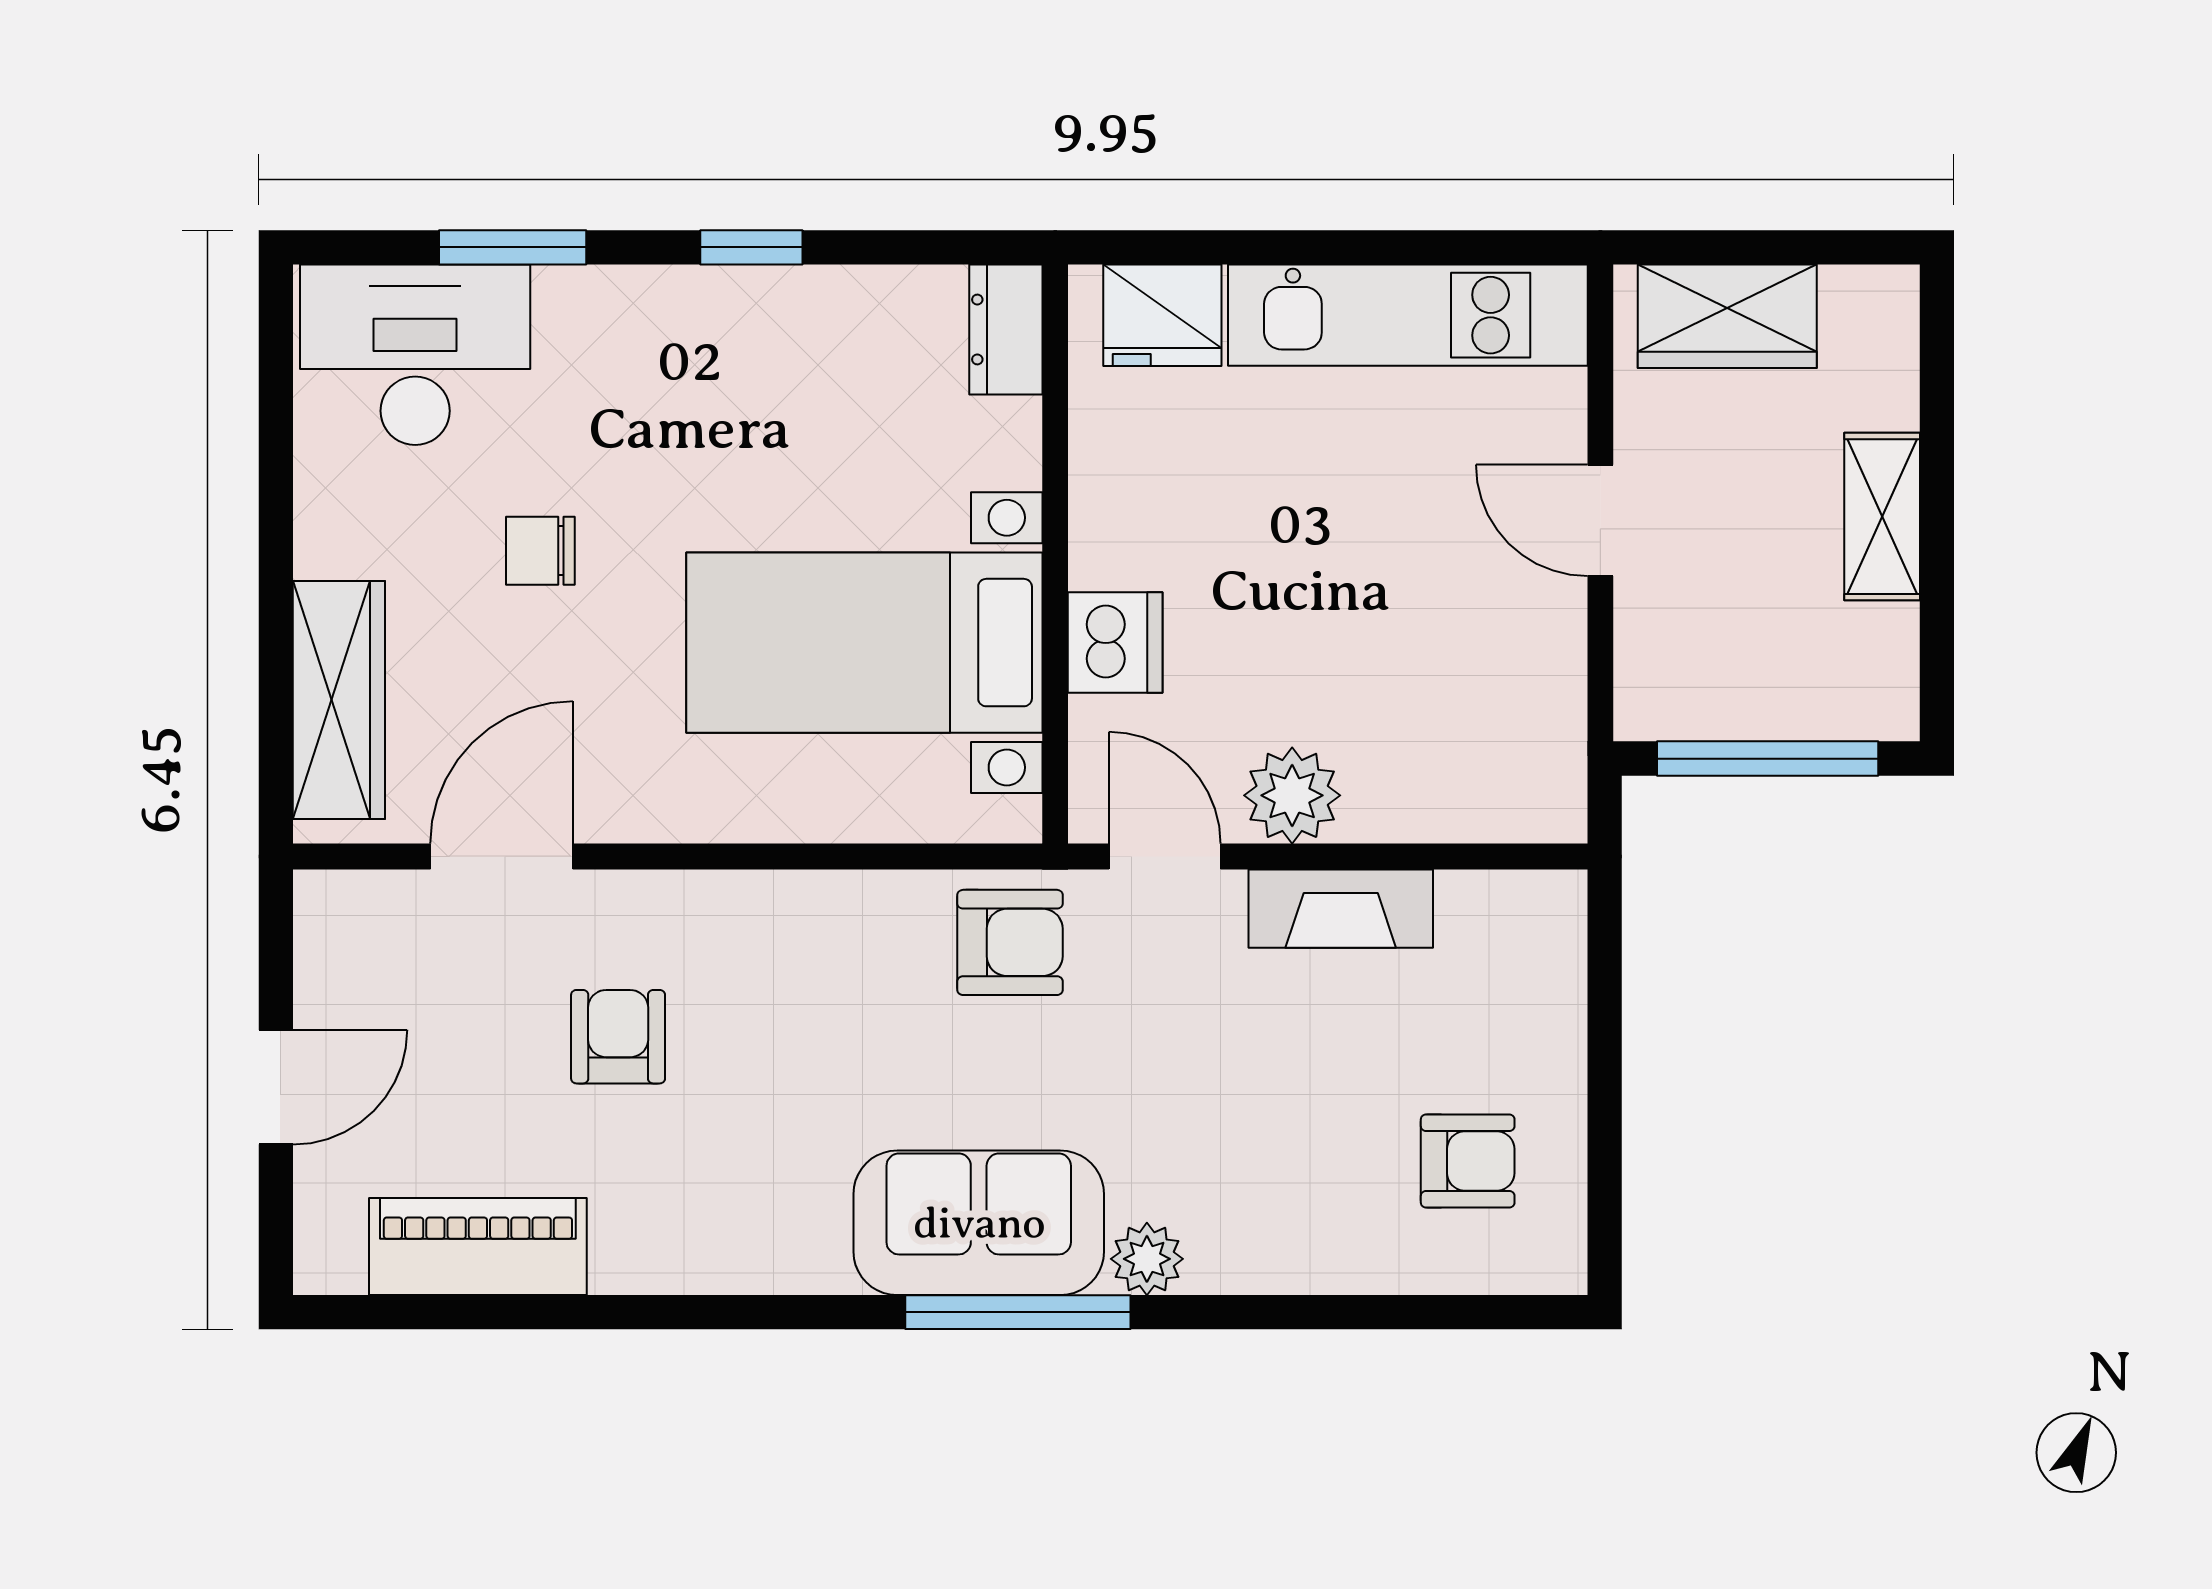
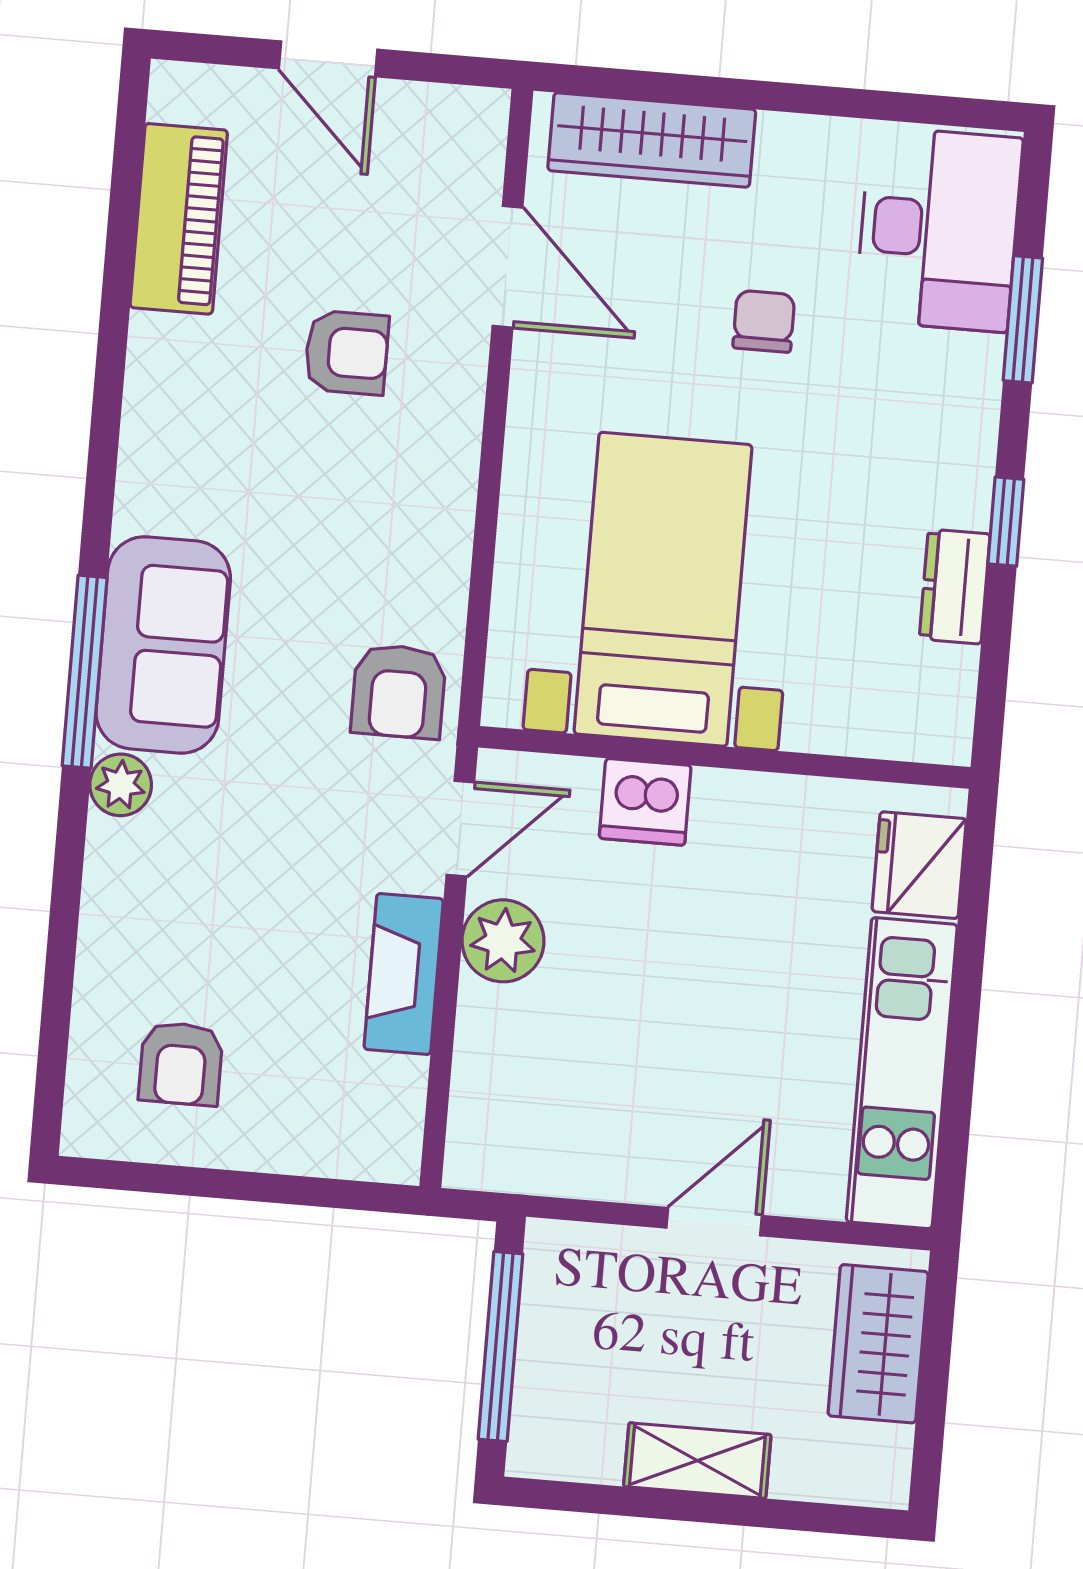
dresser: (1006, 330) -> (955, 586), moved, turned -90

